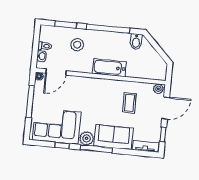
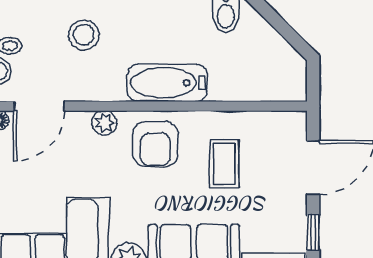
plant: (158, 89) -> (104, 123), moved
armchair: (102, 92) -> (155, 144), added

